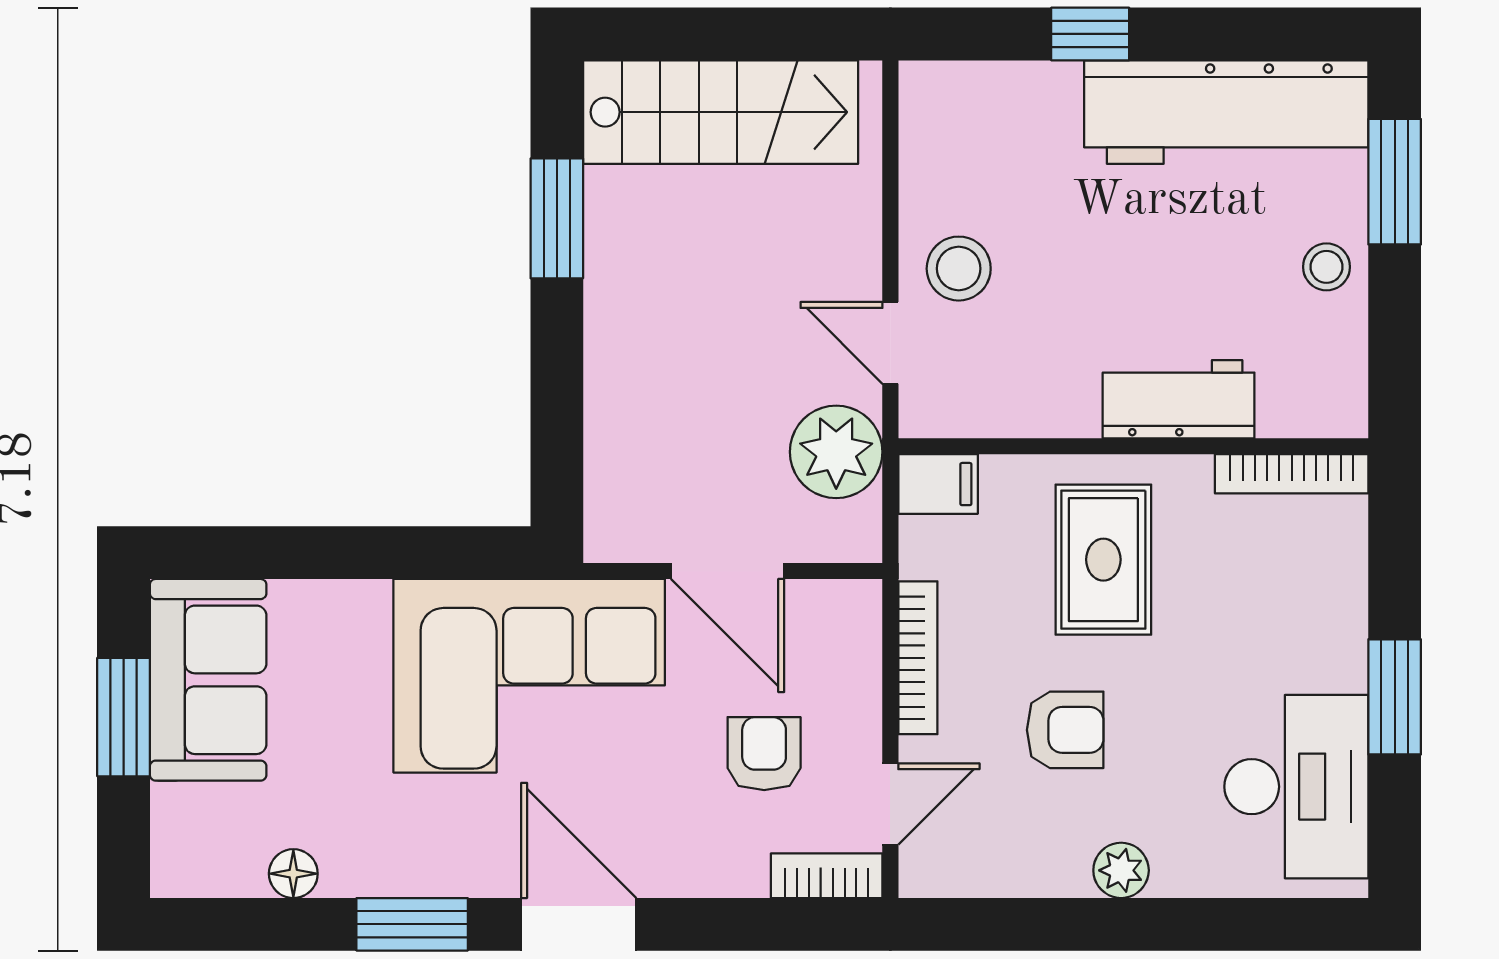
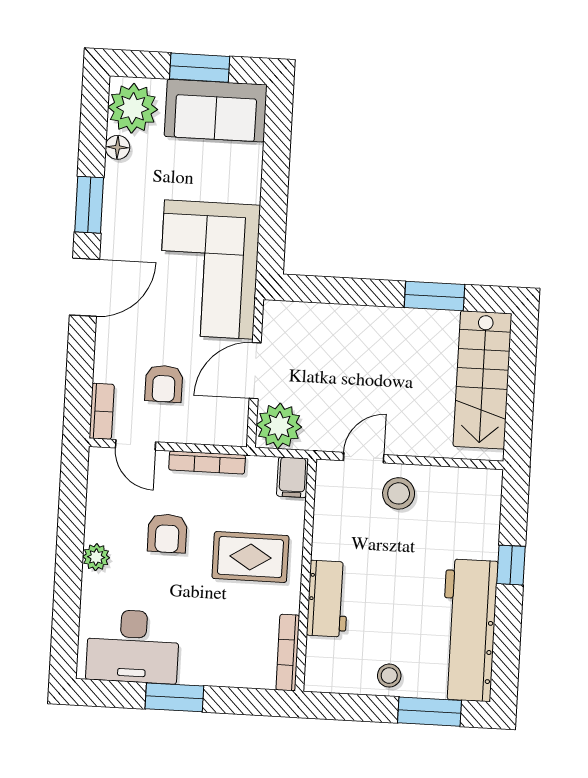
plant: (836, 452) -> (279, 426), moved
armchair: (764, 754) -> (164, 384), turned 90
plant: (213, 847) -> (133, 108), added

